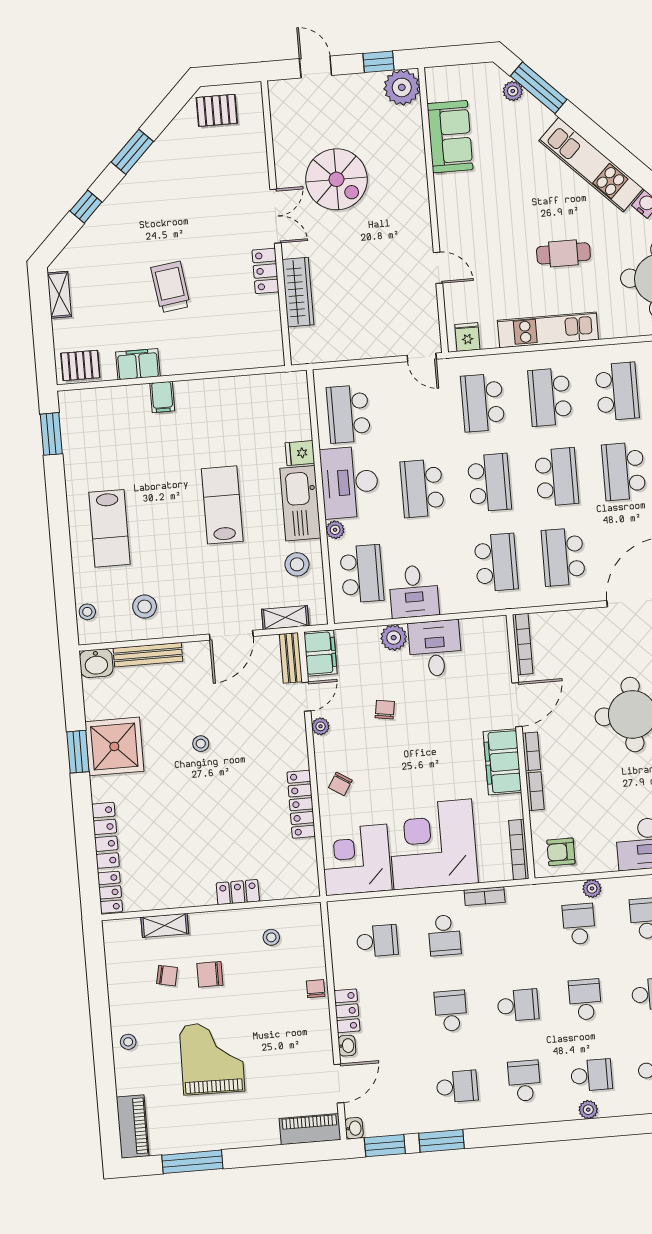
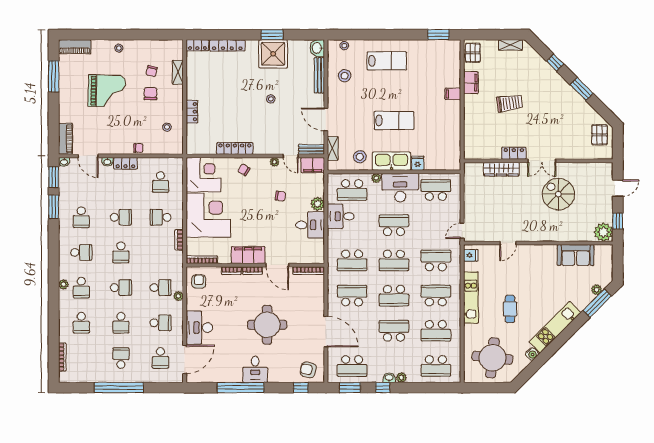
spiral stairs: (336, 179) -> (558, 194), turned 90
lab bench: (110, 528) -> (387, 61), turned 180

